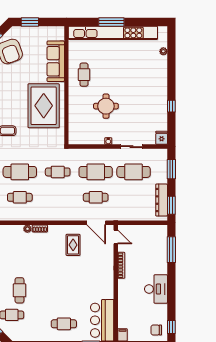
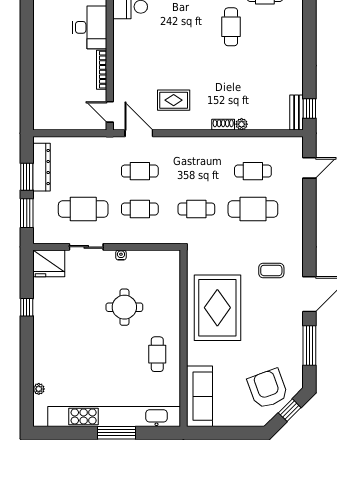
window: (30, 22) -> (238, 433), removed
sofa: (56, 61) -> (199, 396), moved
fridge: (162, 138) -> (49, 263), width x1.88, depth x1.34
cafe table: (96, 172) -> (140, 209), width x0.73, depth x0.74
window: (171, 205) -> (27, 177), moved
rug: (73, 245) -> (174, 100), turned 90
window: (171, 250) -> (27, 93), removed
desk: (156, 289) -> (90, 27), moved, turned 180
cafe table: (19, 290) -> (231, 27), moved

